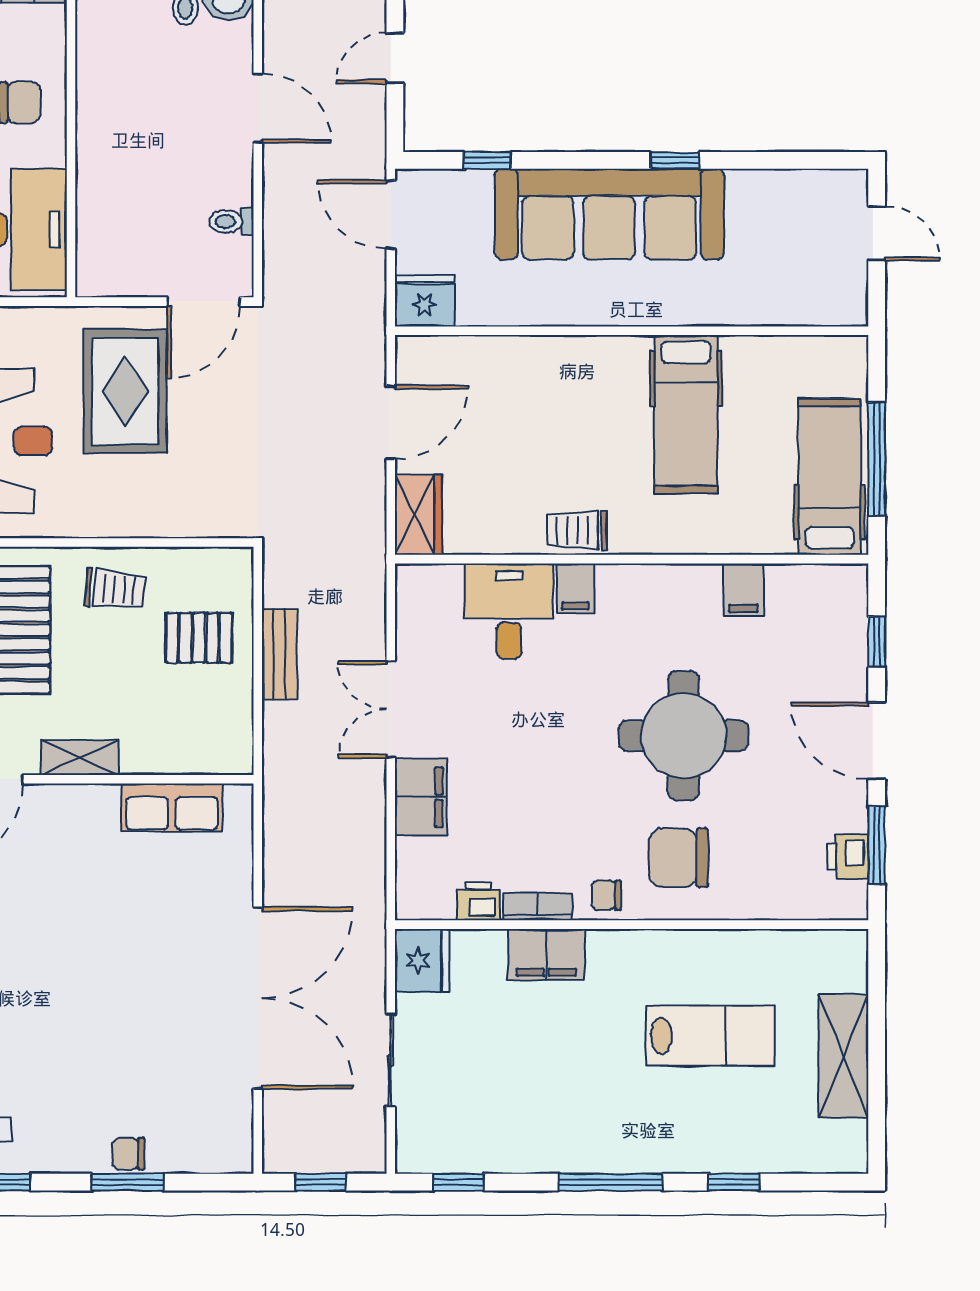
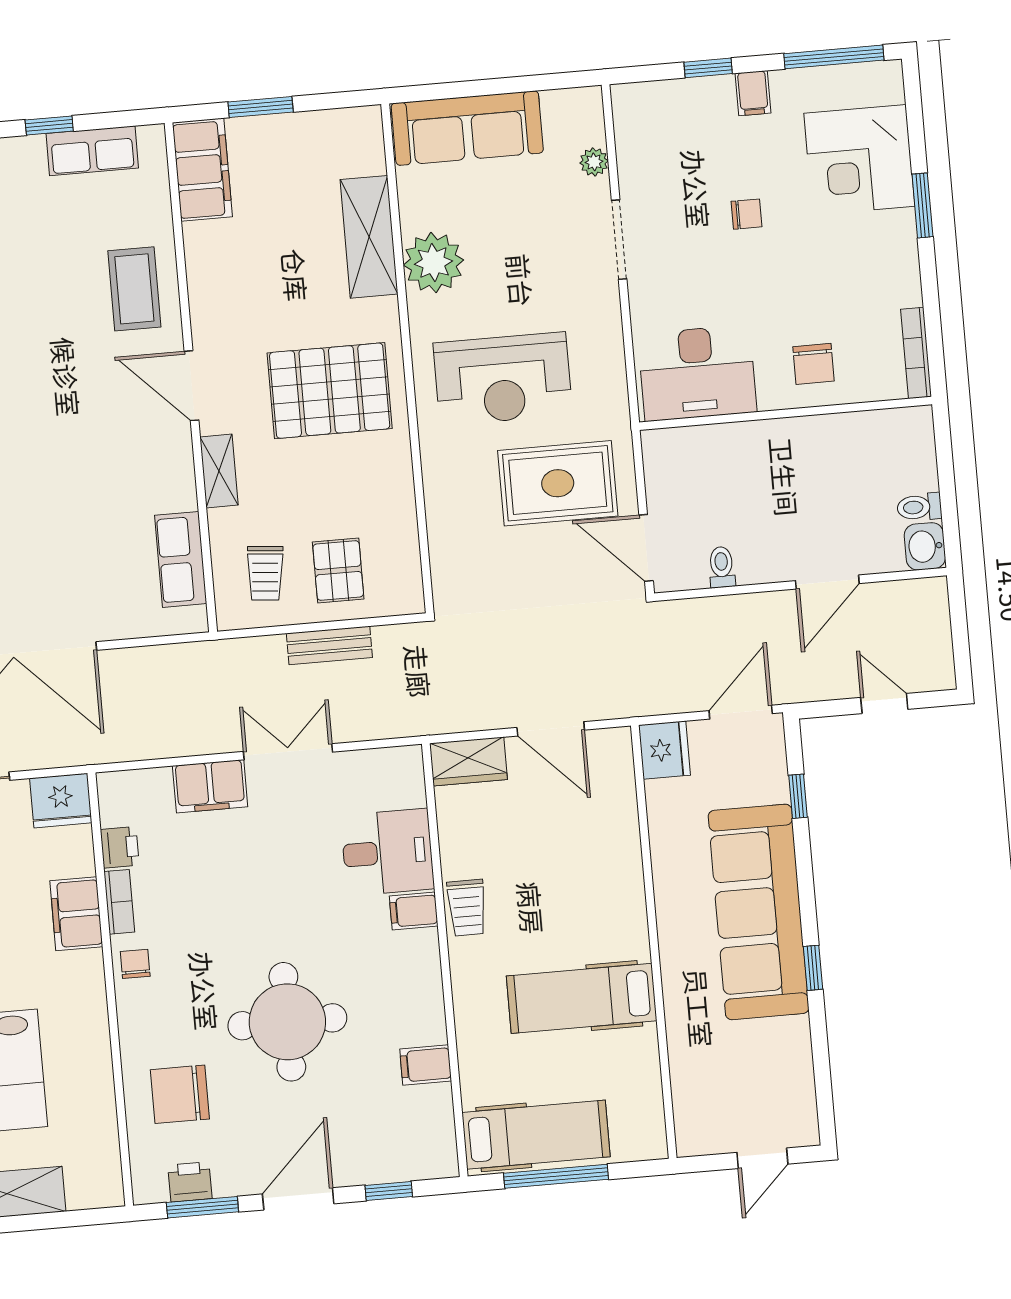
trolley: (577, 530) -> (467, 908), turned 180
trolley: (115, 589) -> (265, 573), moved
chair: (679, 858) -> (180, 1094), moved, turned -90

